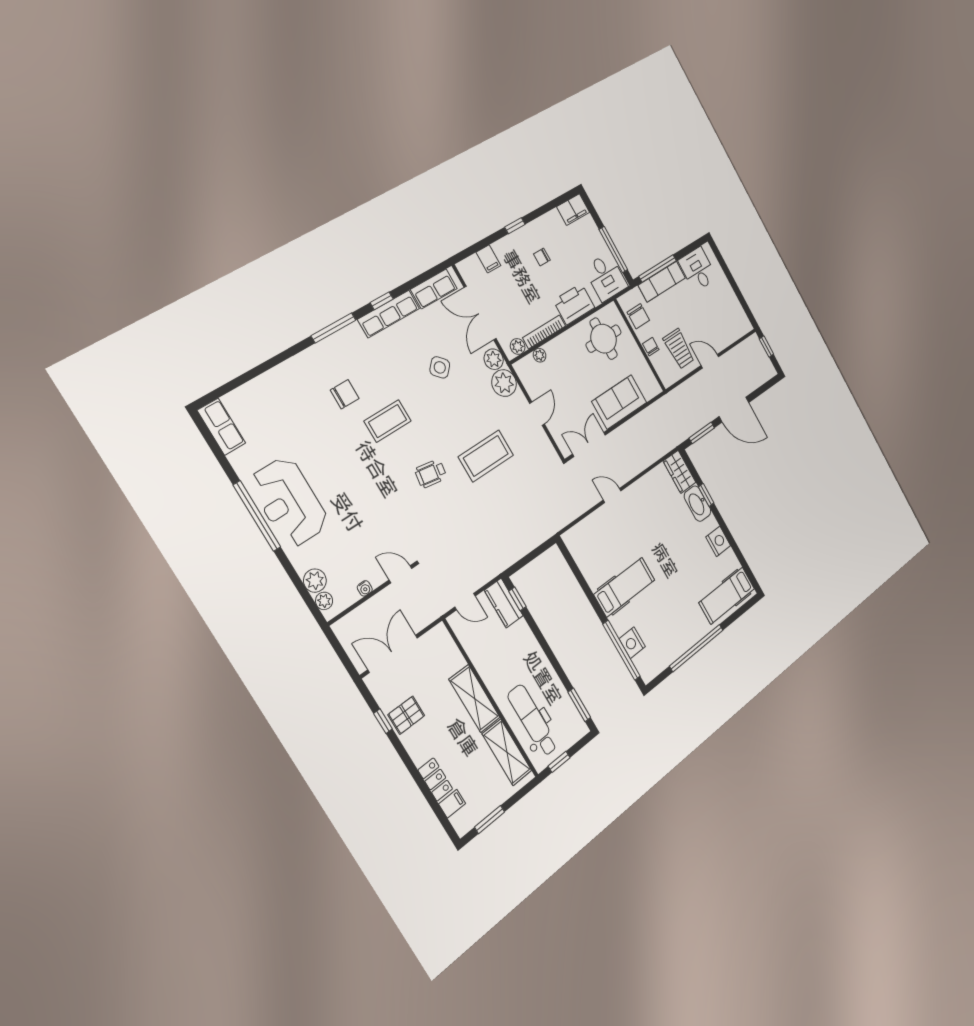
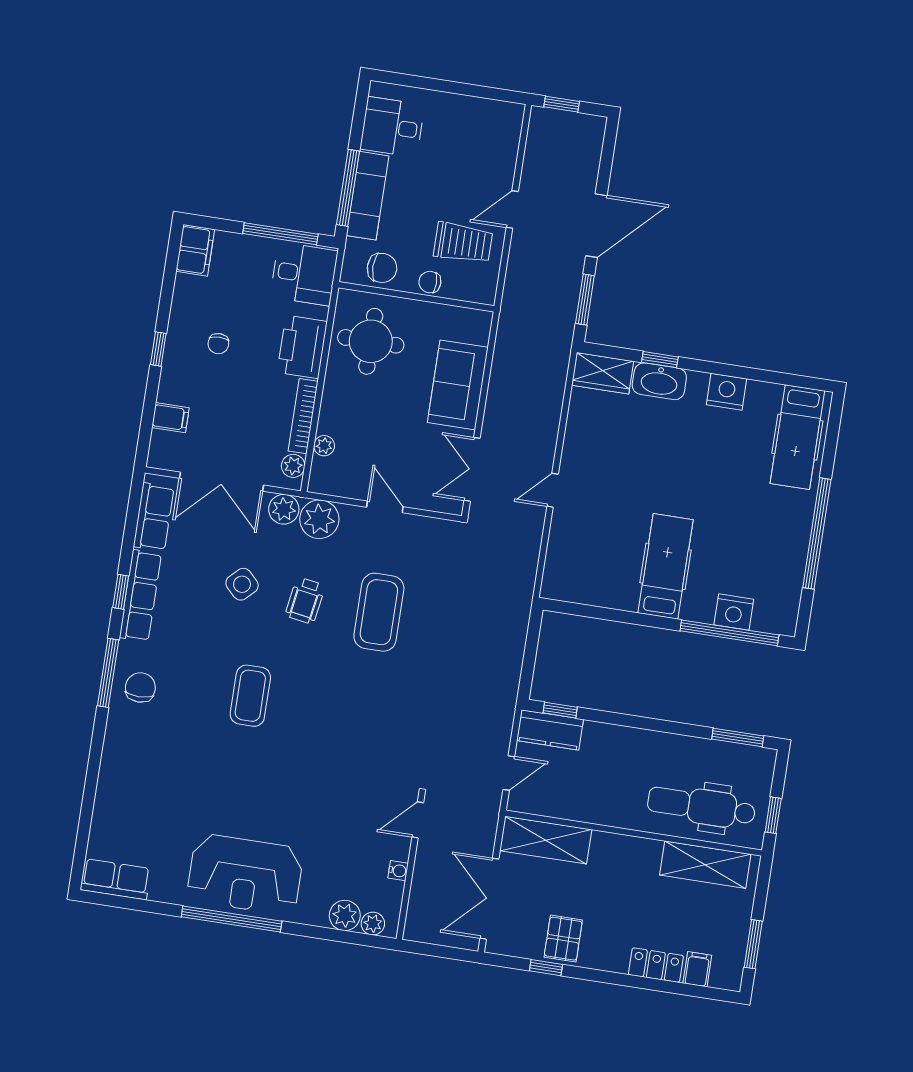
chair: (345, 394) -> (140, 688), moved
wheelchair: (431, 474) -> (305, 601), moved
shelving: (475, 698) -> (546, 840), moved

